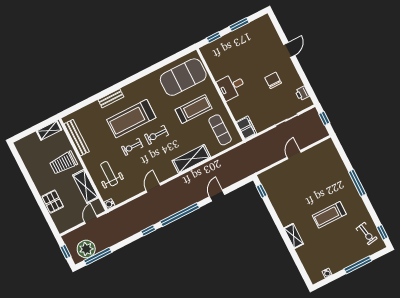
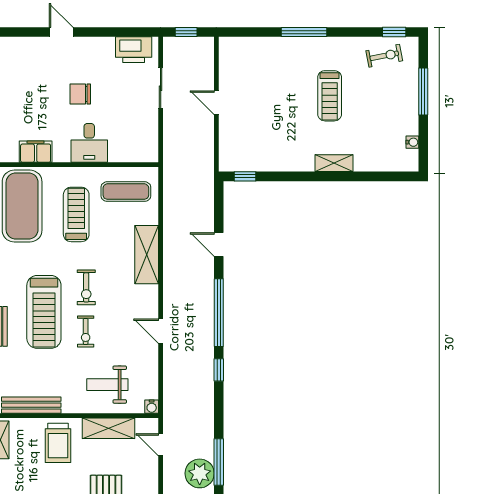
chair: (273, 80) -> (80, 94), moved
desk: (231, 86) -> (89, 143), moved
printer: (302, 93) -> (134, 50), width x1.87, depth x1.48
filing cabinet: (246, 128) -> (36, 152), moved

